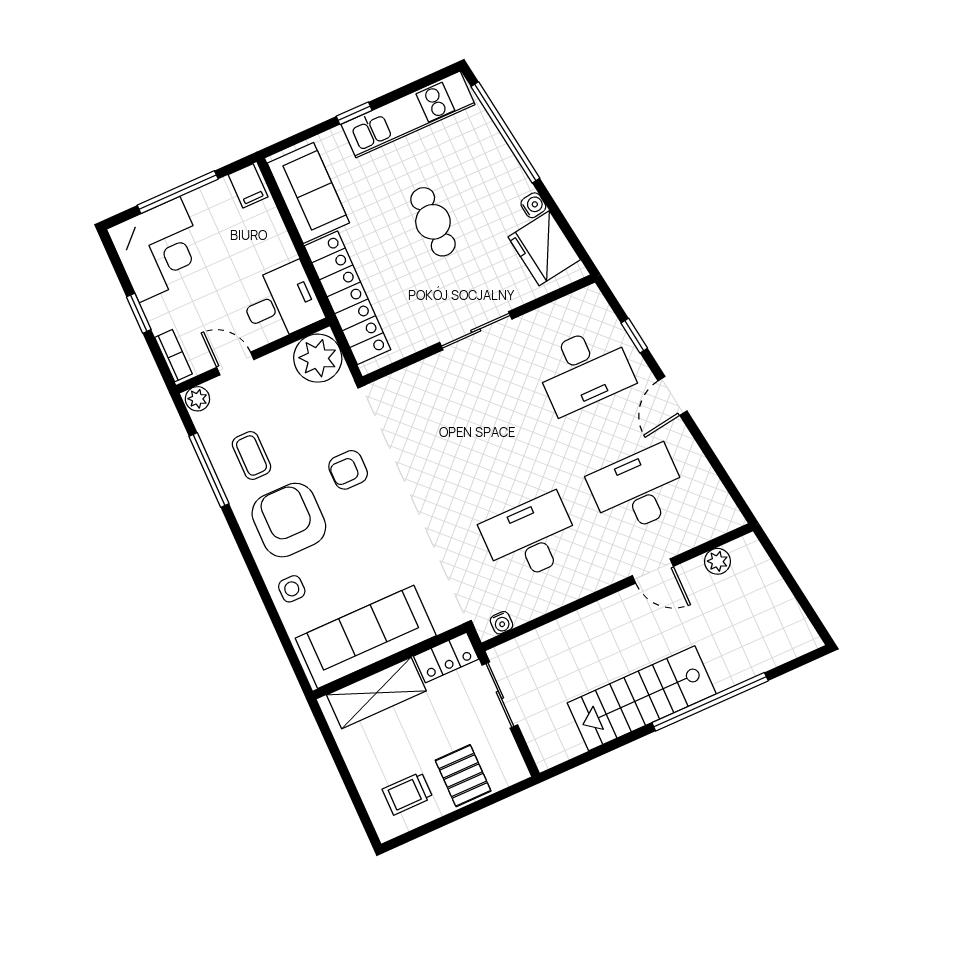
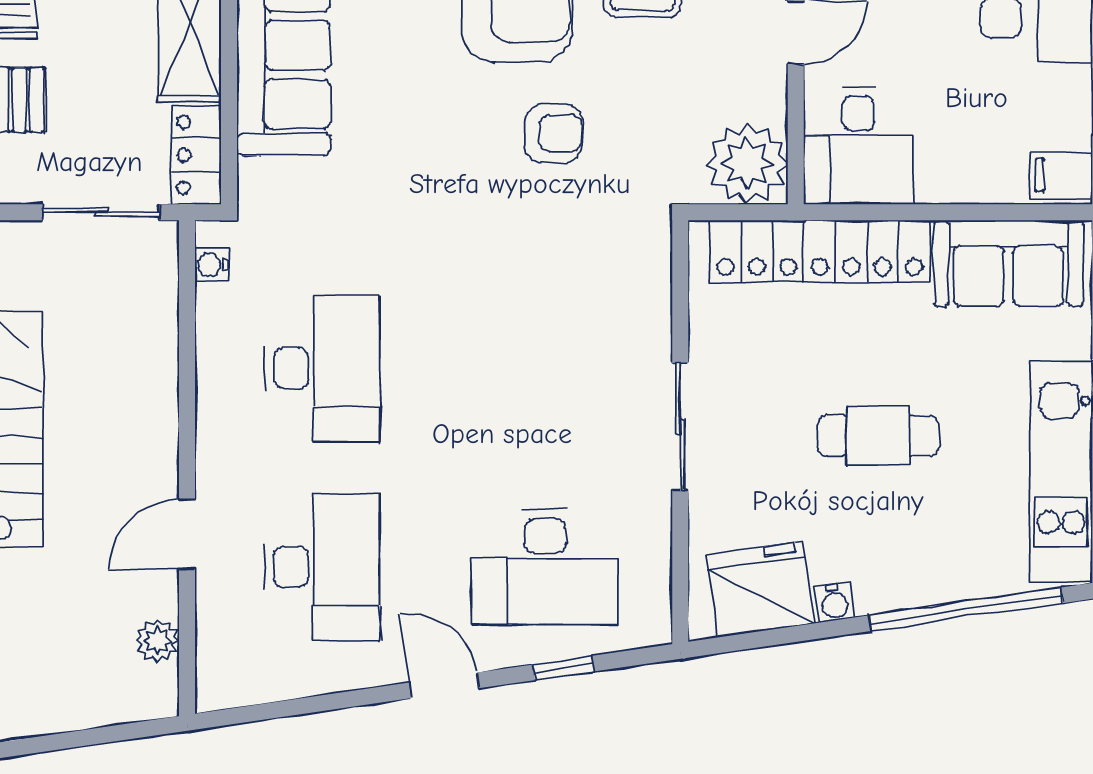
desk: (584, 370) -> (545, 567), turned -90
armchair: (348, 470) -> (554, 133), turned 90

